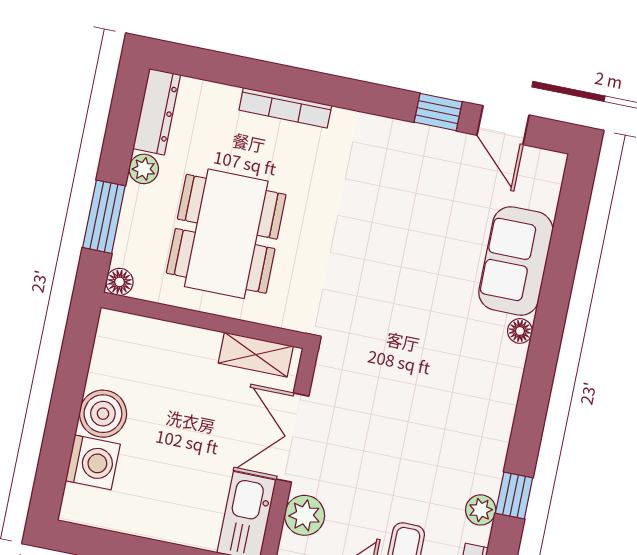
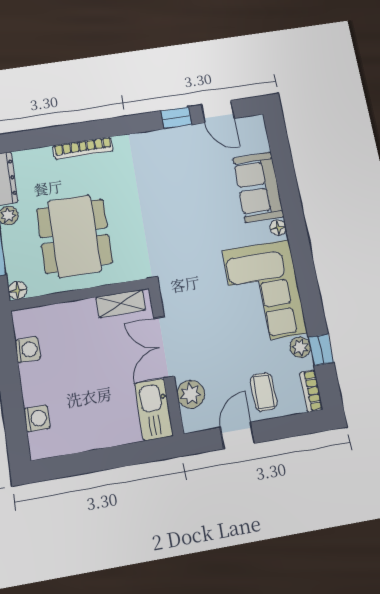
washing machine: (105, 370) -> (28, 350), added
boiler: (103, 414) -> (36, 379), removed
corner sofa: (463, 414) -> (265, 292), added
washing machine: (93, 462) -> (37, 418), width x0.73, depth x0.73
window: (514, 495) -> (321, 350), moved

